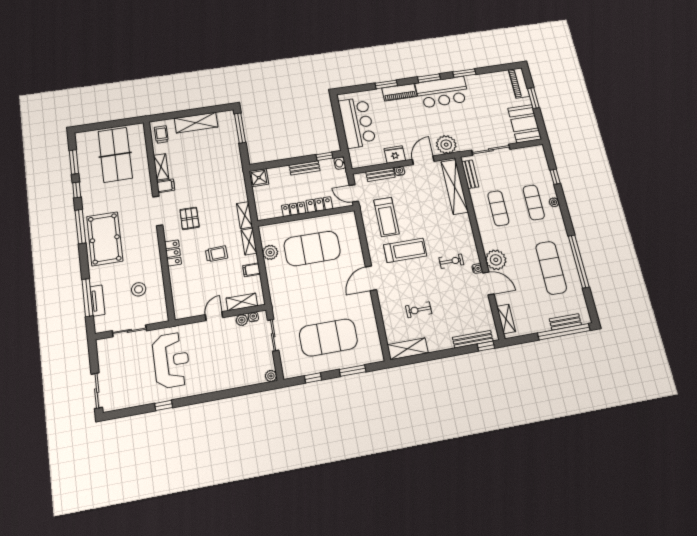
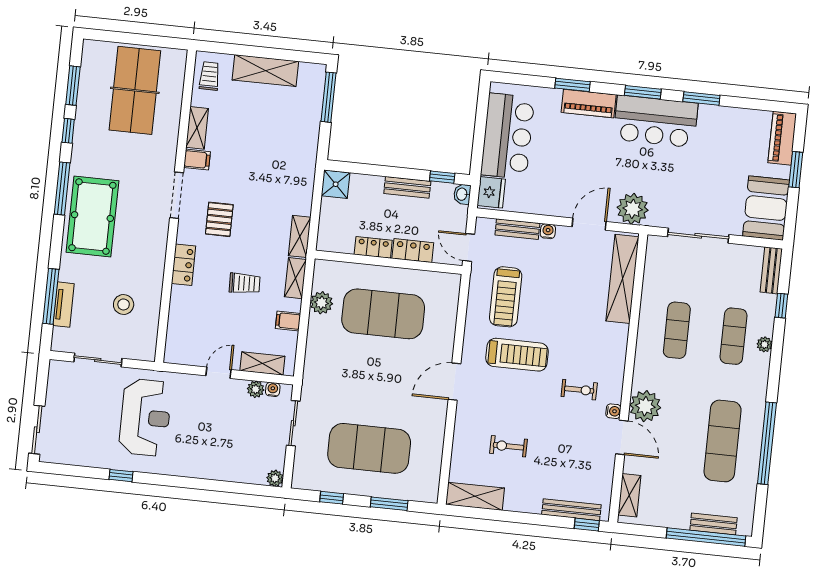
fridge: (395, 154) -> (491, 192), moved, turned 90
bench: (470, 174) -> (771, 270), moved

